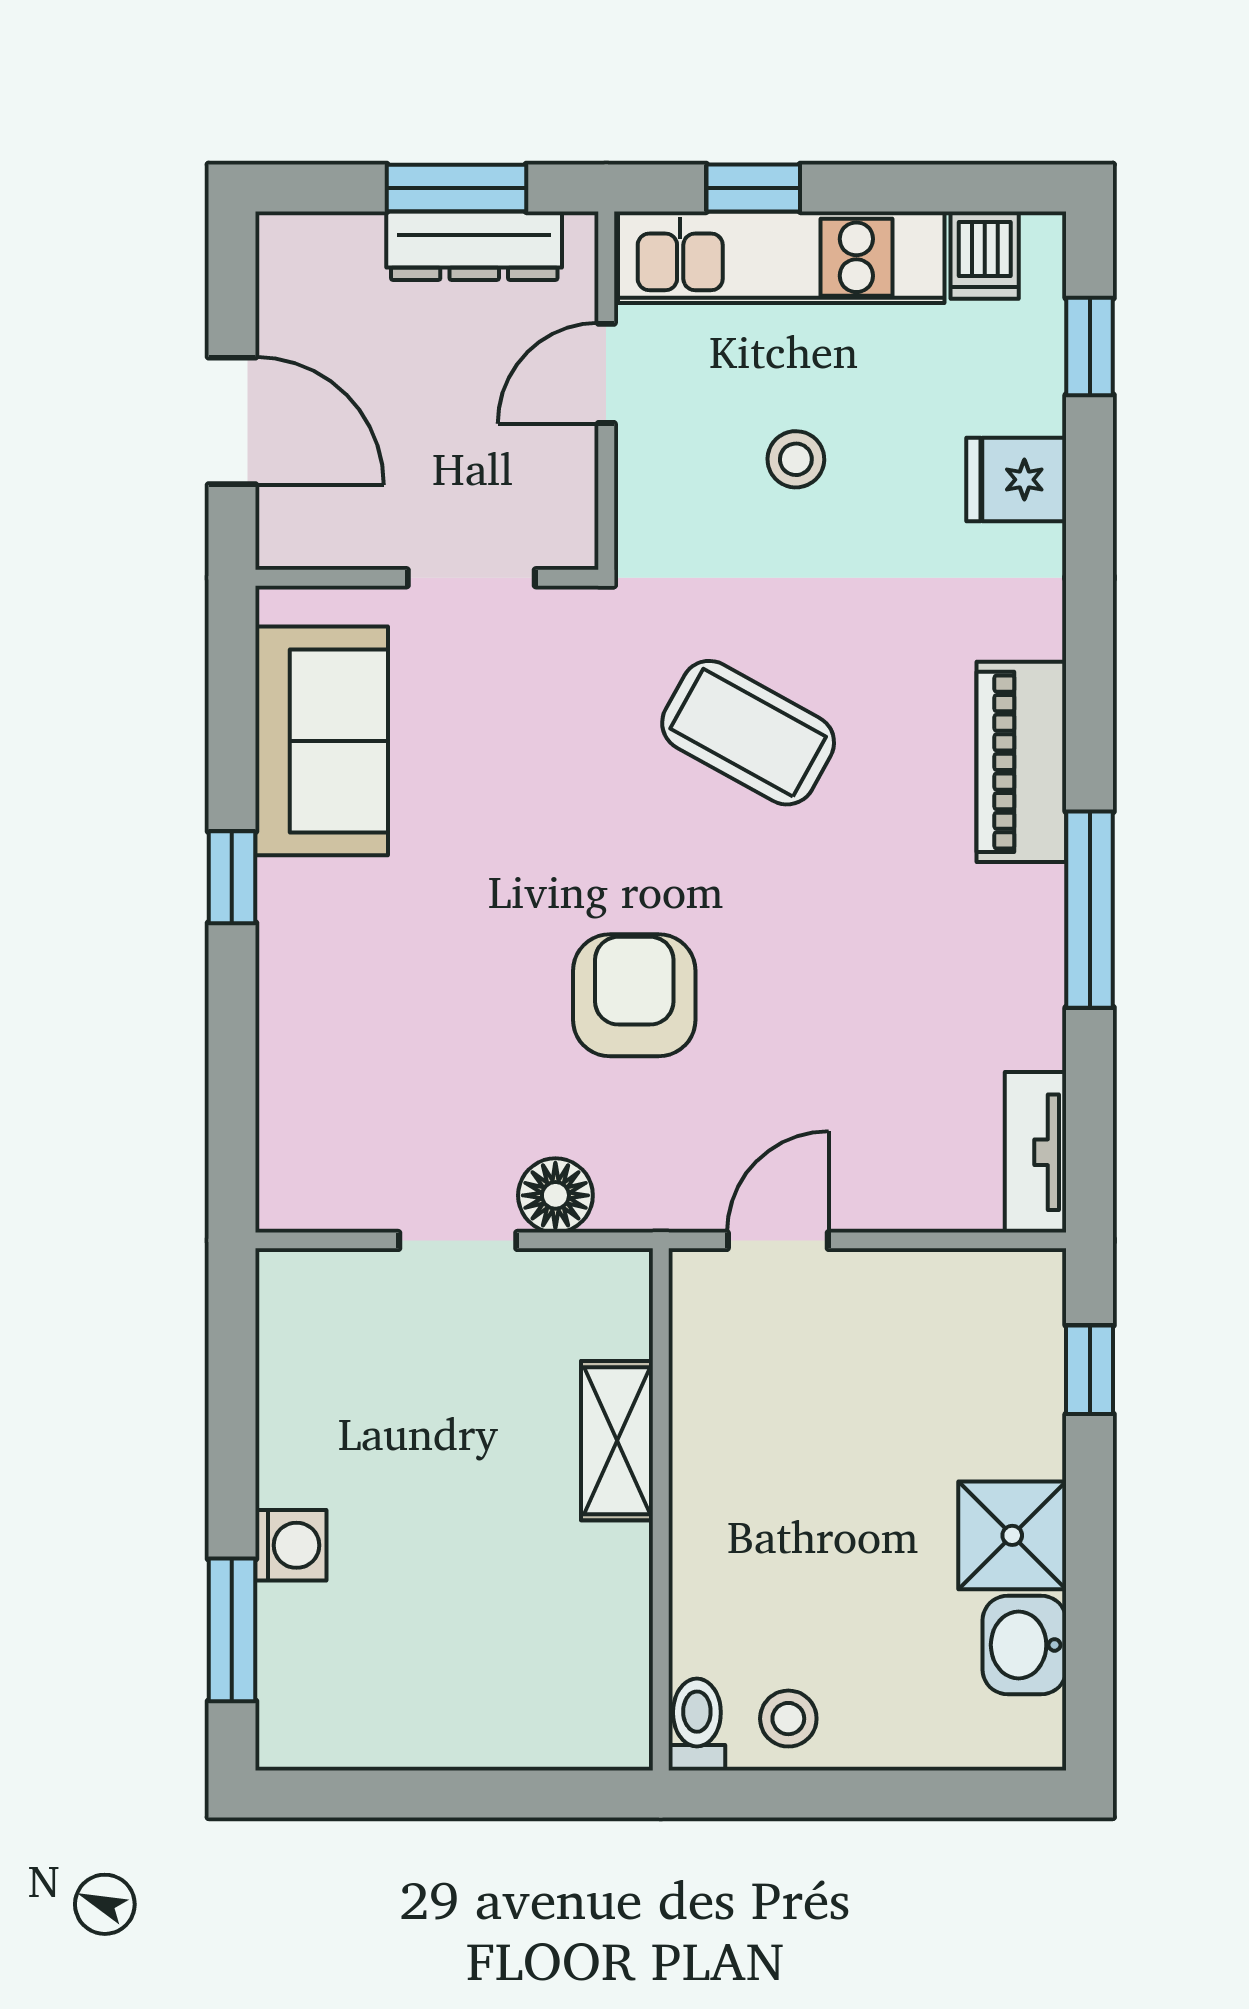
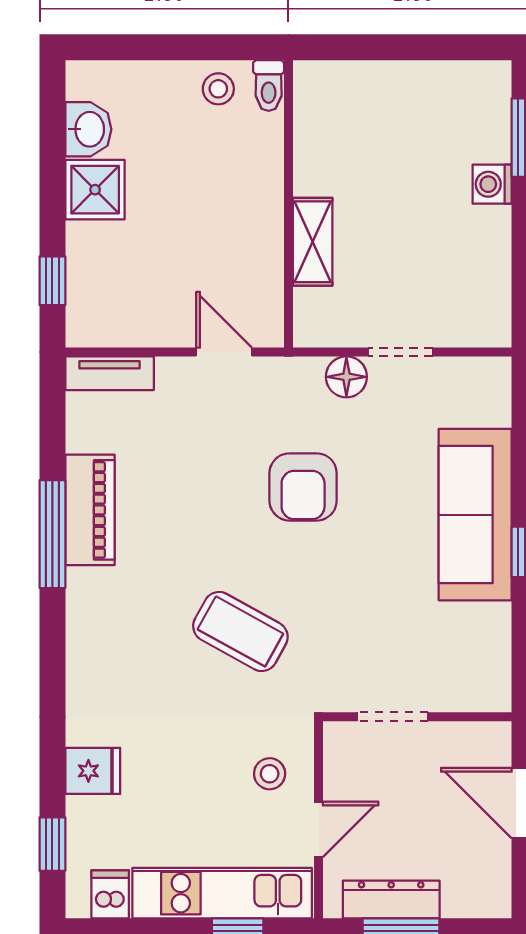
stool: (796, 459) -> (270, 774), moved
sofa: (322, 741) -> (475, 515), moved, width x1.36
piano: (1021, 762) -> (90, 510), moved
tv unit: (1036, 1152) -> (110, 373), moved, turned 90
door: (778, 1240) -> (224, 352), swing flipped

